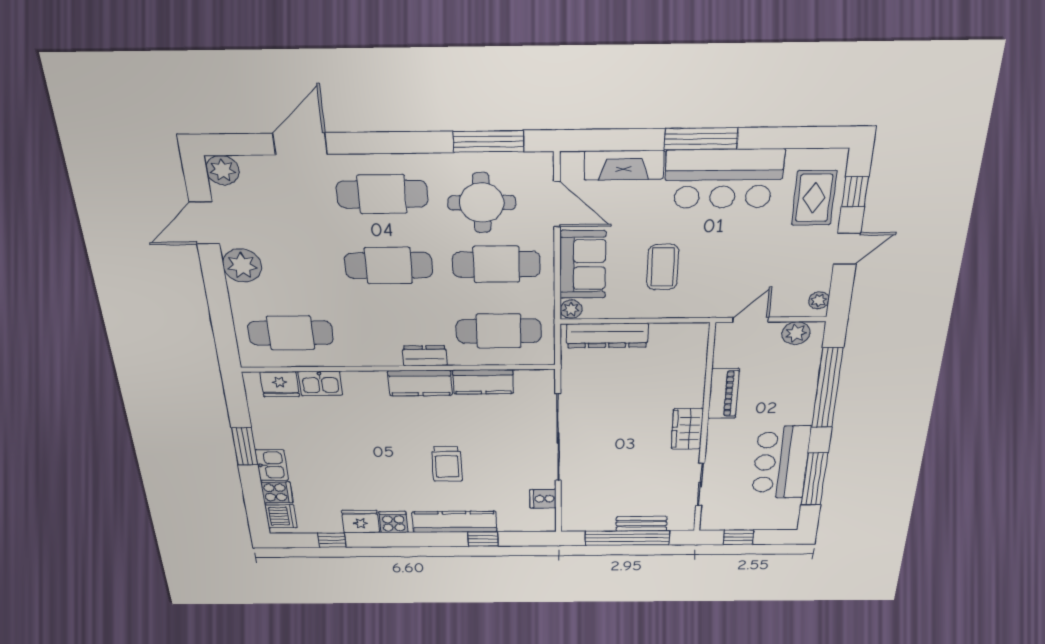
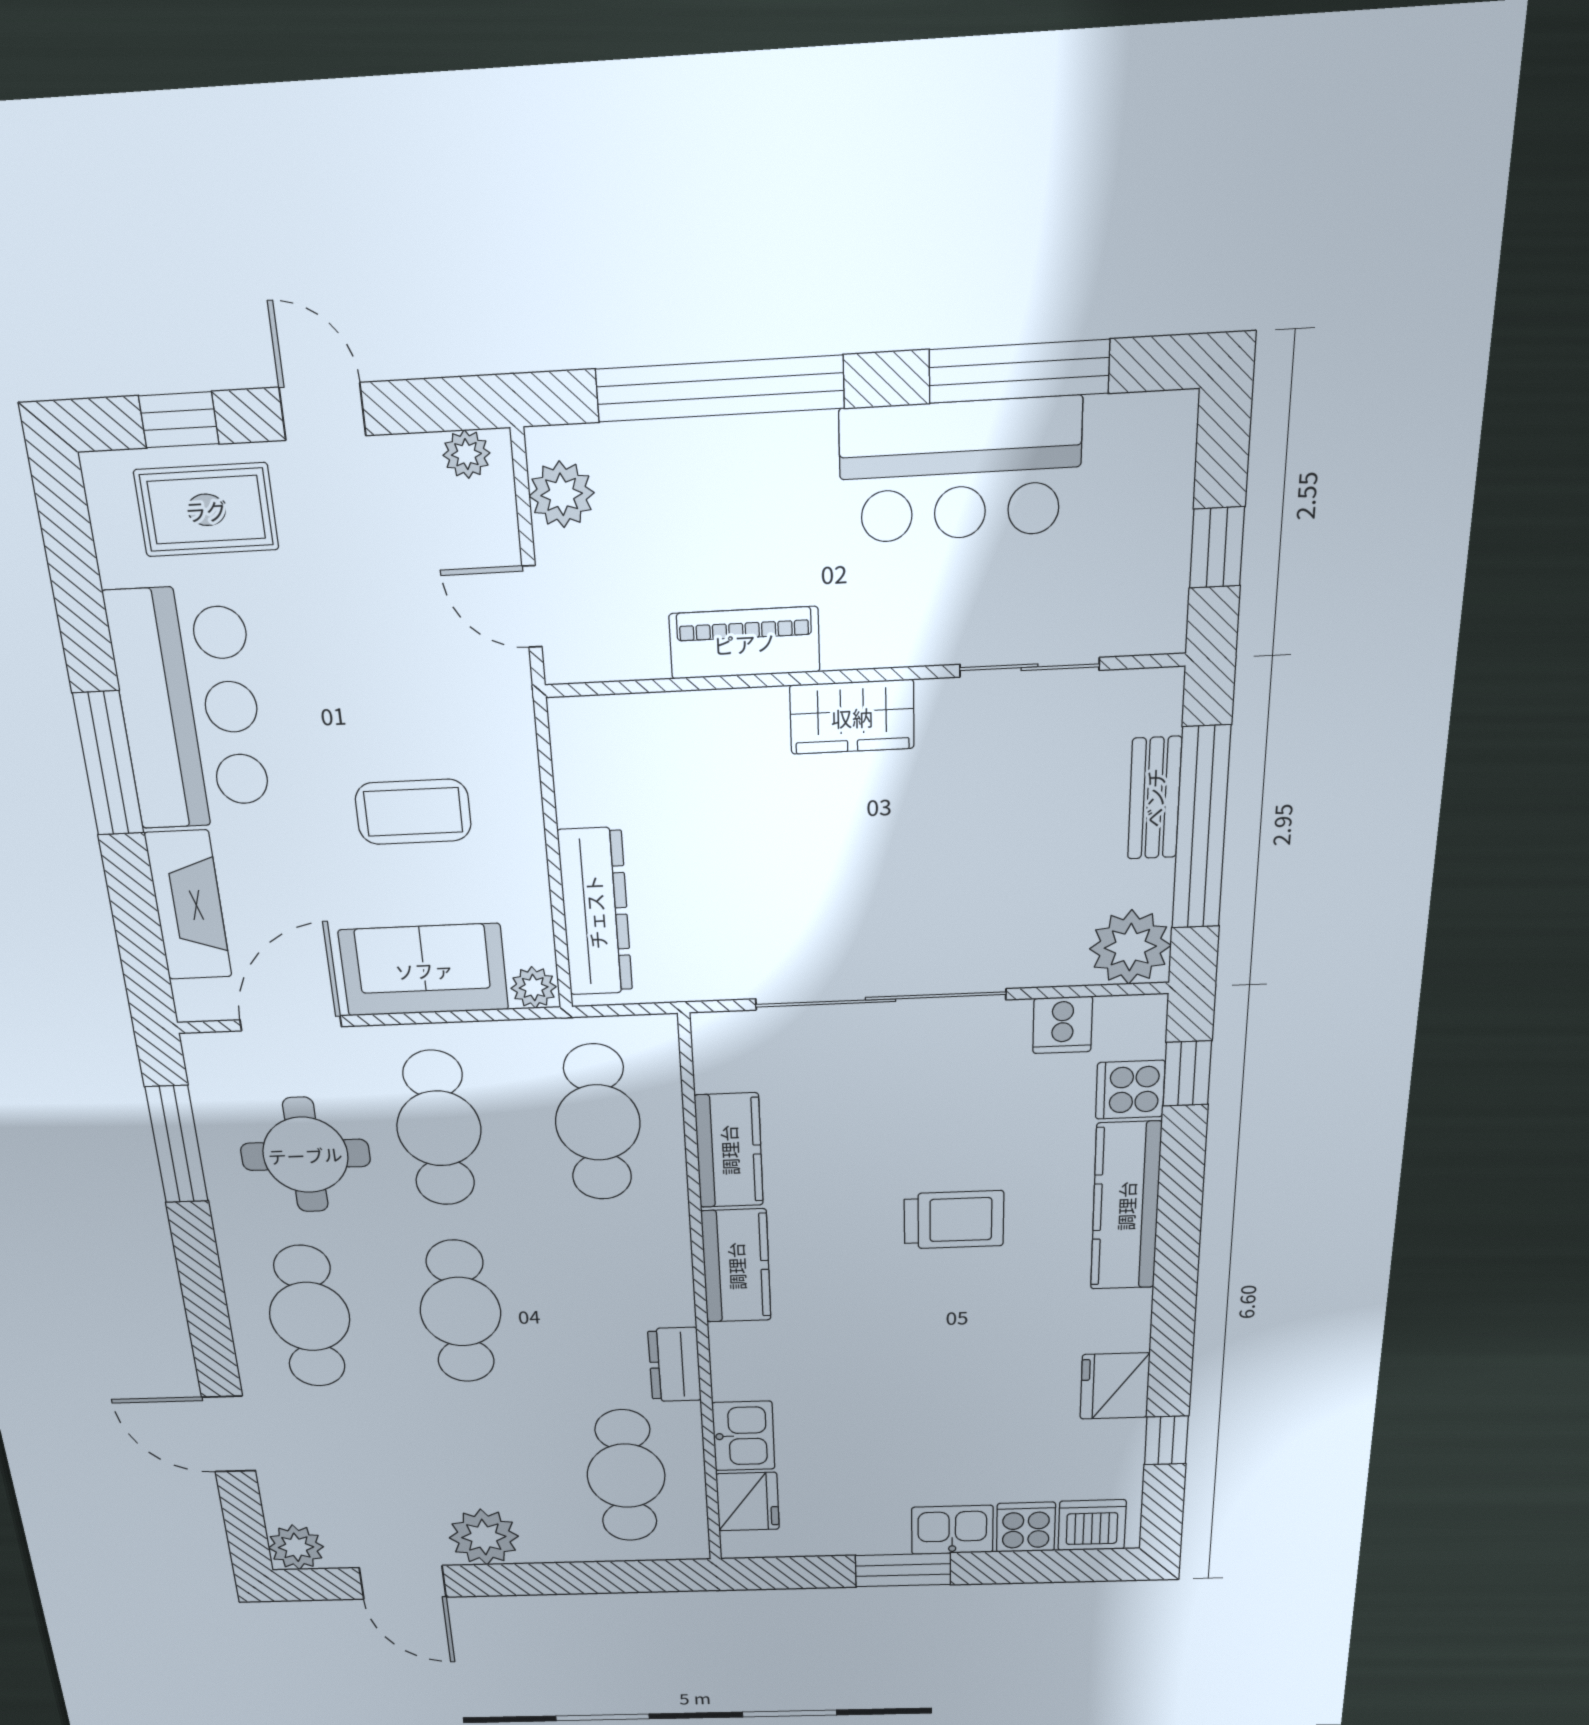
dresser: (425, 356) -> (675, 1365), moved
plant: (577, 519) -> (1130, 947), added
cooker: (393, 522) -> (1130, 1090), moved
window: (483, 539) -> (1187, 1073), moved

